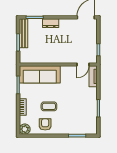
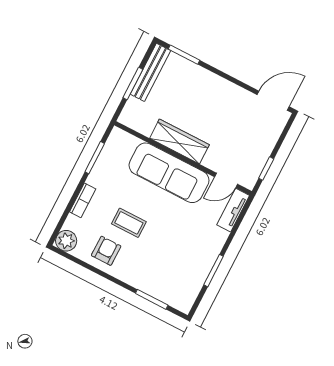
dresser: (51, 23) -> (207, 79), removed
wardrobe: (53, 58) -> (179, 142), added
sofa: (40, 74) -> (169, 173), moved

